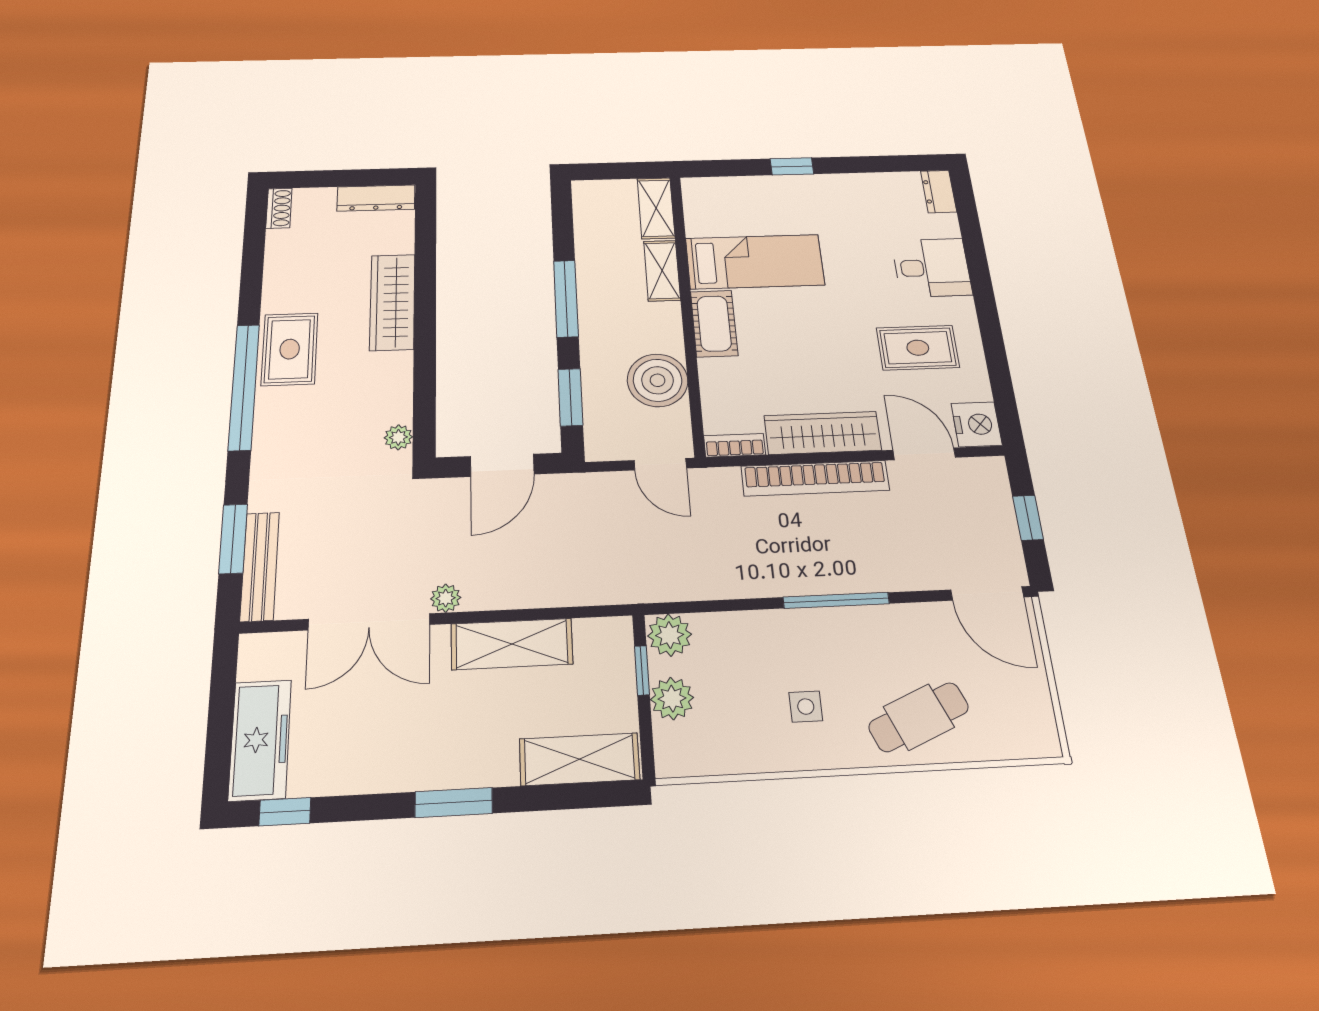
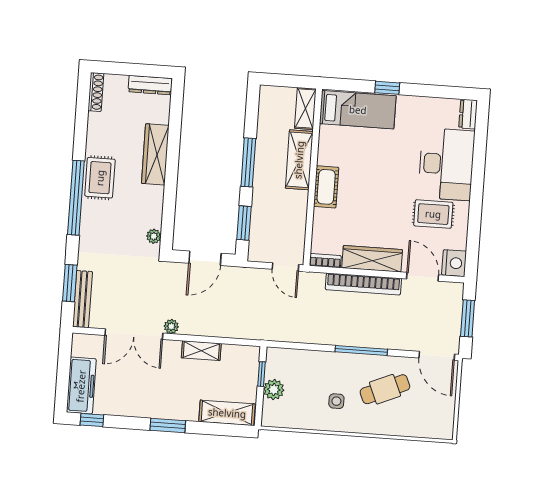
shoe rack: (279, 208) -> (96, 92), width x1.43
bed: (755, 262) -> (358, 110), moved
desk: (932, 268) -> (446, 164), width x1.87, depth x1.30
shelving: (662, 271) -> (299, 160), width x1.50, depth x1.33
boiler: (658, 380) -> (291, 218), removed
window: (1028, 518) -> (468, 318), width x1.50
plant: (670, 635) -> (277, 358), removed
shelving: (512, 644) -> (201, 351), width x0.67, depth x0.75
cafe table: (919, 717) -> (385, 389), moved

